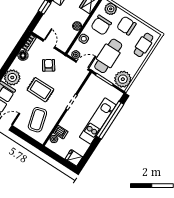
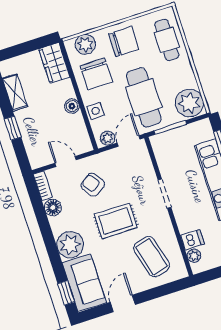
chair: (126, 26) -> (124, 42), turned 180

